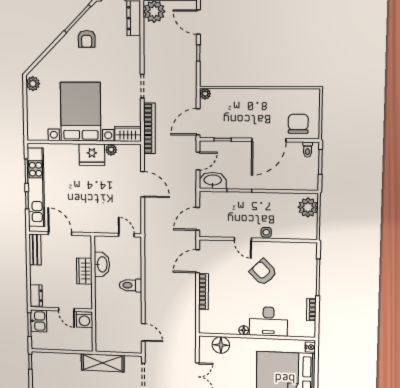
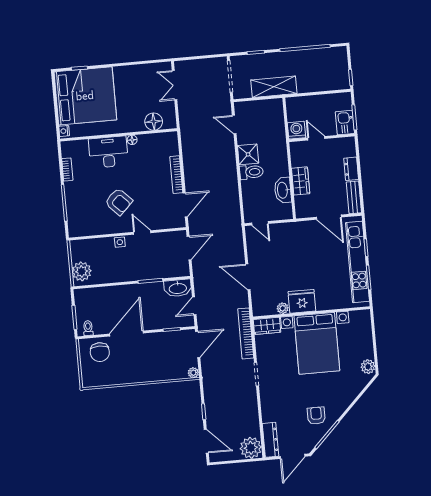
dresser: (36, 296) -> (351, 169), moved
shower: (132, 302) -> (248, 154), added

